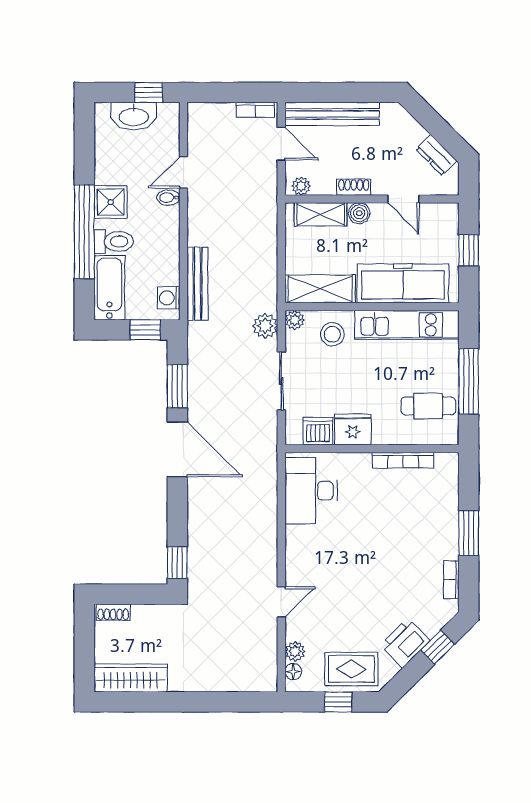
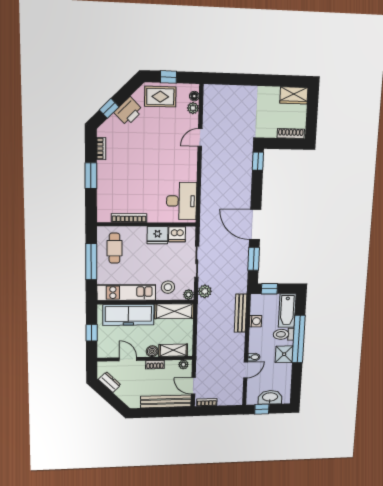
washing machine: (169, 298) -> (255, 321), moved
cafe table: (428, 406) -> (114, 248), turned 90
shoe rack: (113, 612) -> (291, 133), width x1.43
wardrobe: (131, 678) -> (294, 95), width x0.67

